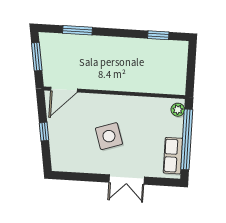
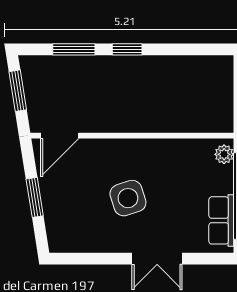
window: (158, 35) -> (127, 49), moved
window: (44, 132) -> (35, 197), width x1.50

